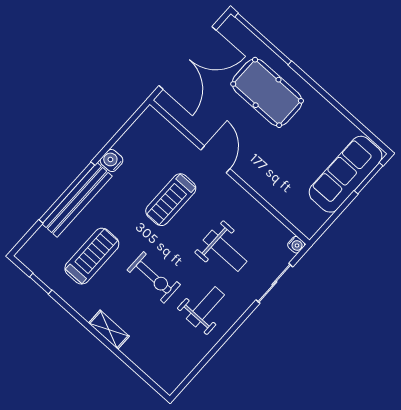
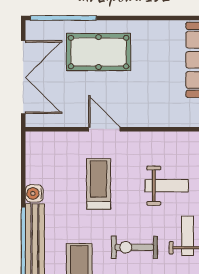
treadmill: (171, 200) -> (99, 184), turned 180
exercise bike: (154, 277) -> (134, 247), turned 180

